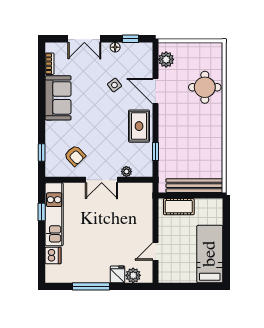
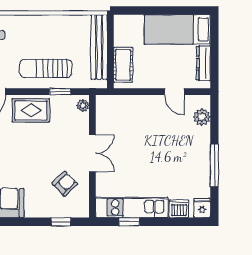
sun lounger: (176, 139) -> (46, 68), added
plant: (126, 172) -> (83, 106), moved
fridge: (117, 274) -> (202, 208), moved, turned 90
dresser: (180, 277) -> (203, 63), added

